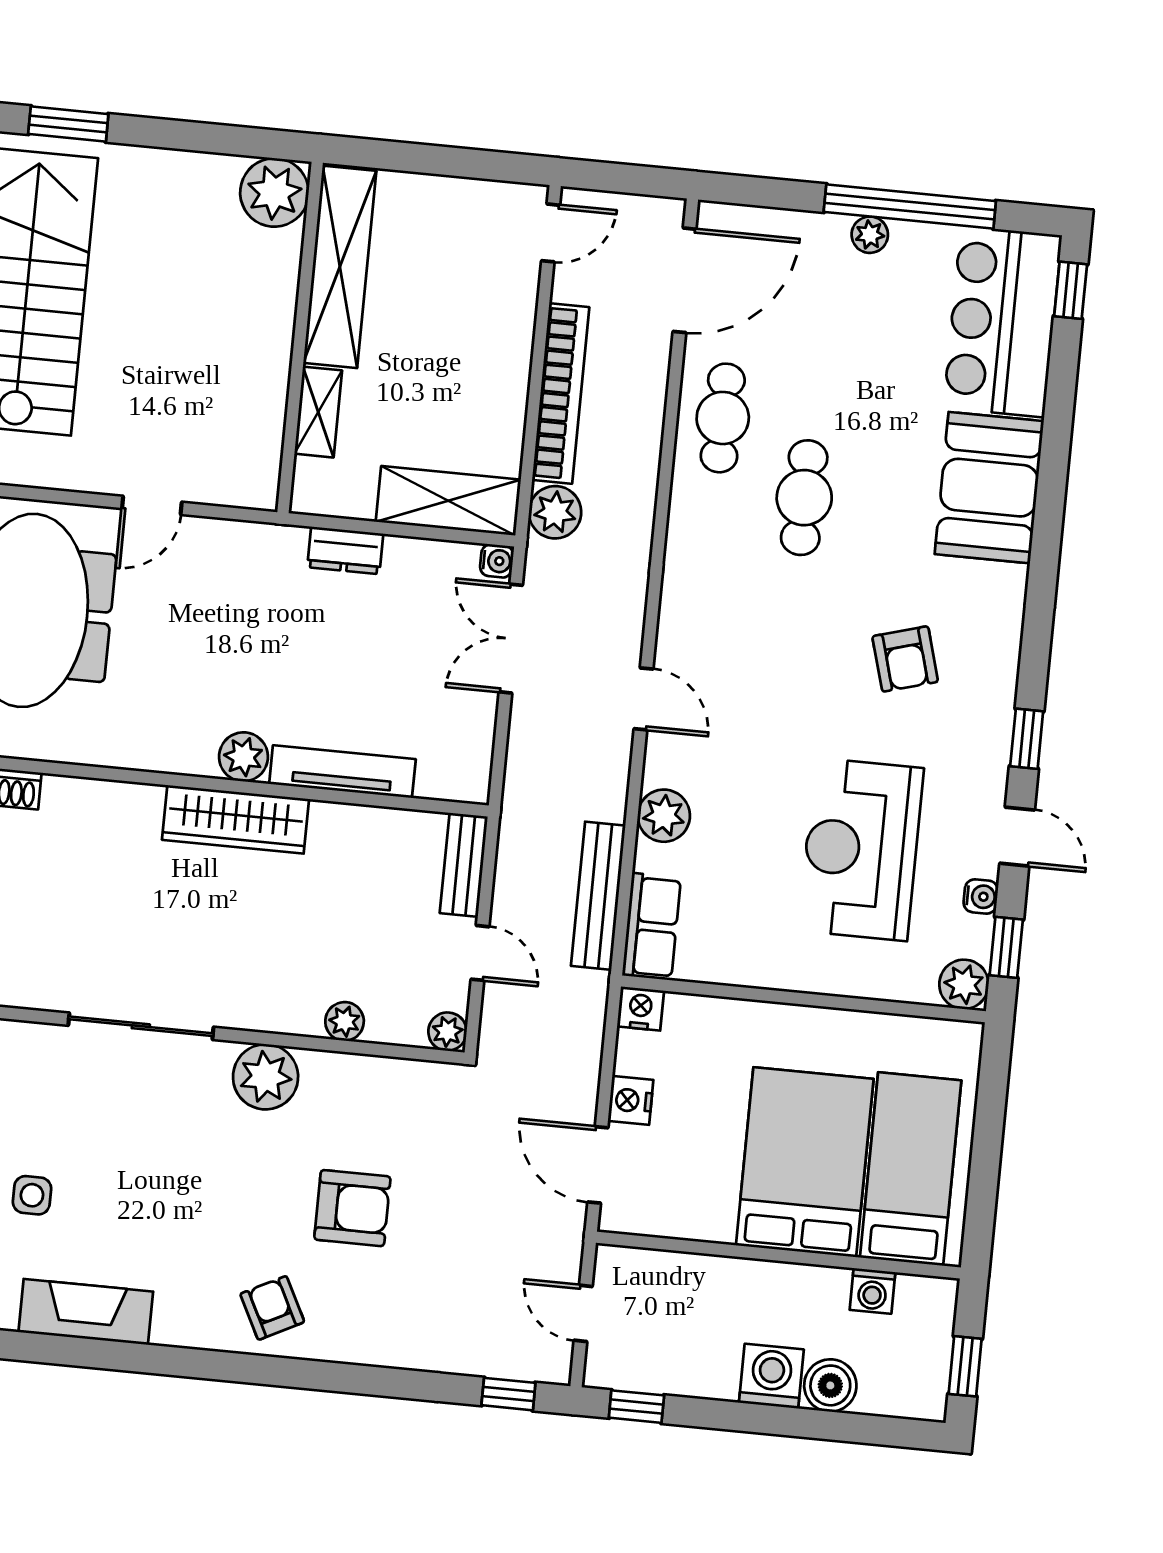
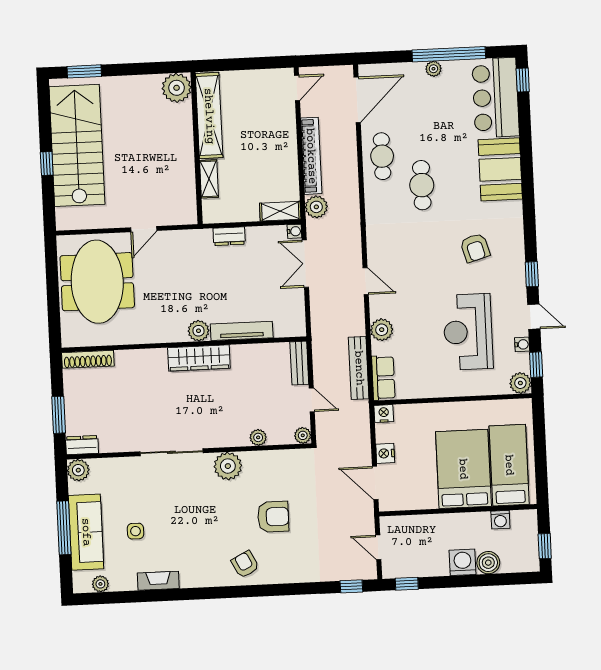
shelving: (448, 501) -> (280, 211), width x0.67, depth x0.75
fireplace: (86, 1312) -> (158, 581), width x0.73, depth x0.76

